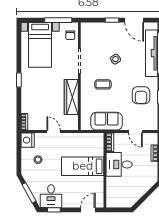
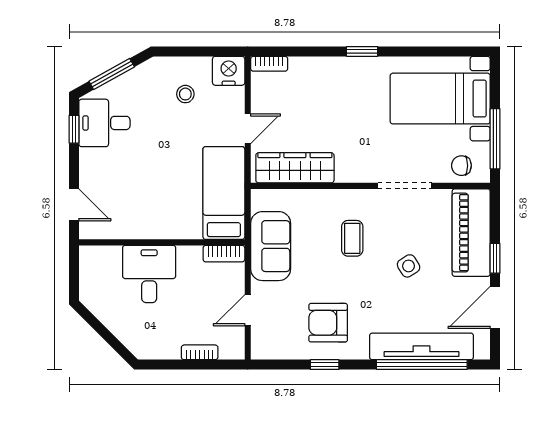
piano: (100, 31) -> (471, 233), added
wardrobe: (71, 97) -> (295, 168), moved
desk: (119, 164) -> (149, 274), moved
bed: (83, 166) -> (224, 193), moved

